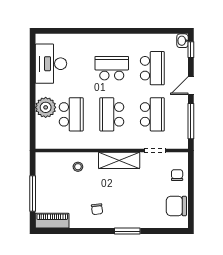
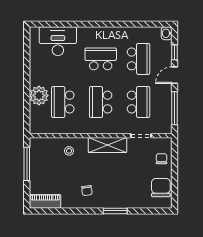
window: (191, 50) -> (175, 52), moved
desk: (51, 64) -> (58, 41), moved, turned 90
school desk: (71, 114) -> (63, 102), turned 180
window: (33, 194) -> (27, 164), moved
chair: (176, 206) -> (161, 188), turned 90

